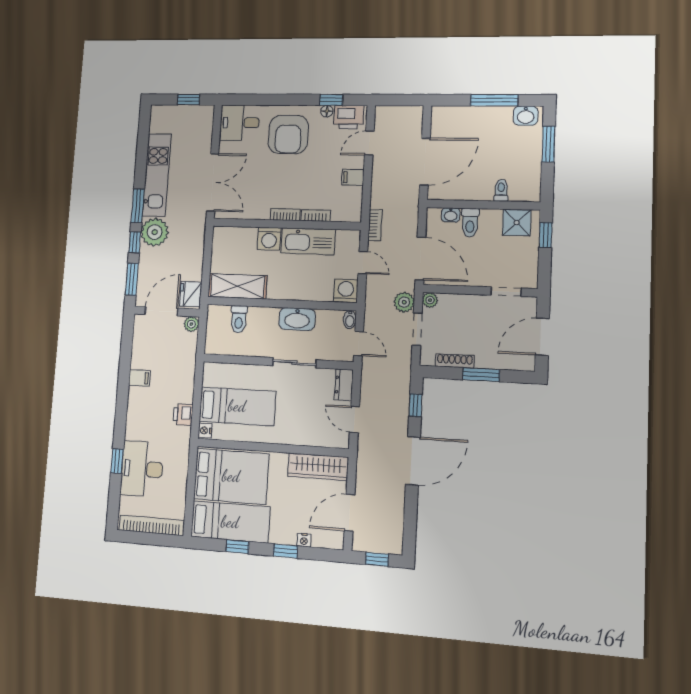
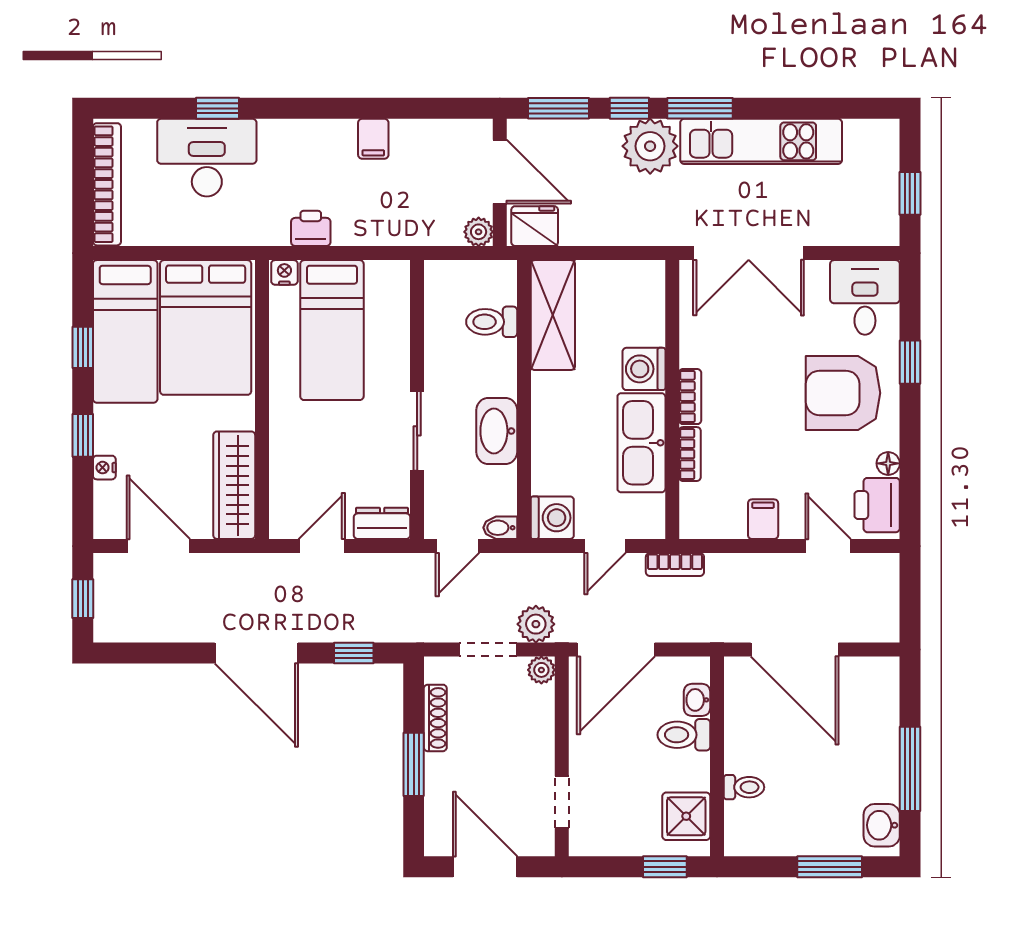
window: (331, 100) -> (910, 362), moved

